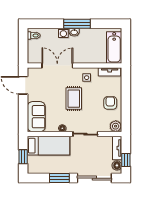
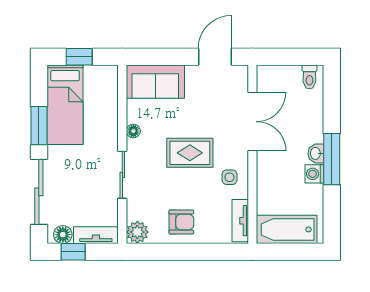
washing machine: (63, 33) -> (314, 174), moved
bed: (48, 146) -> (65, 105), moved

